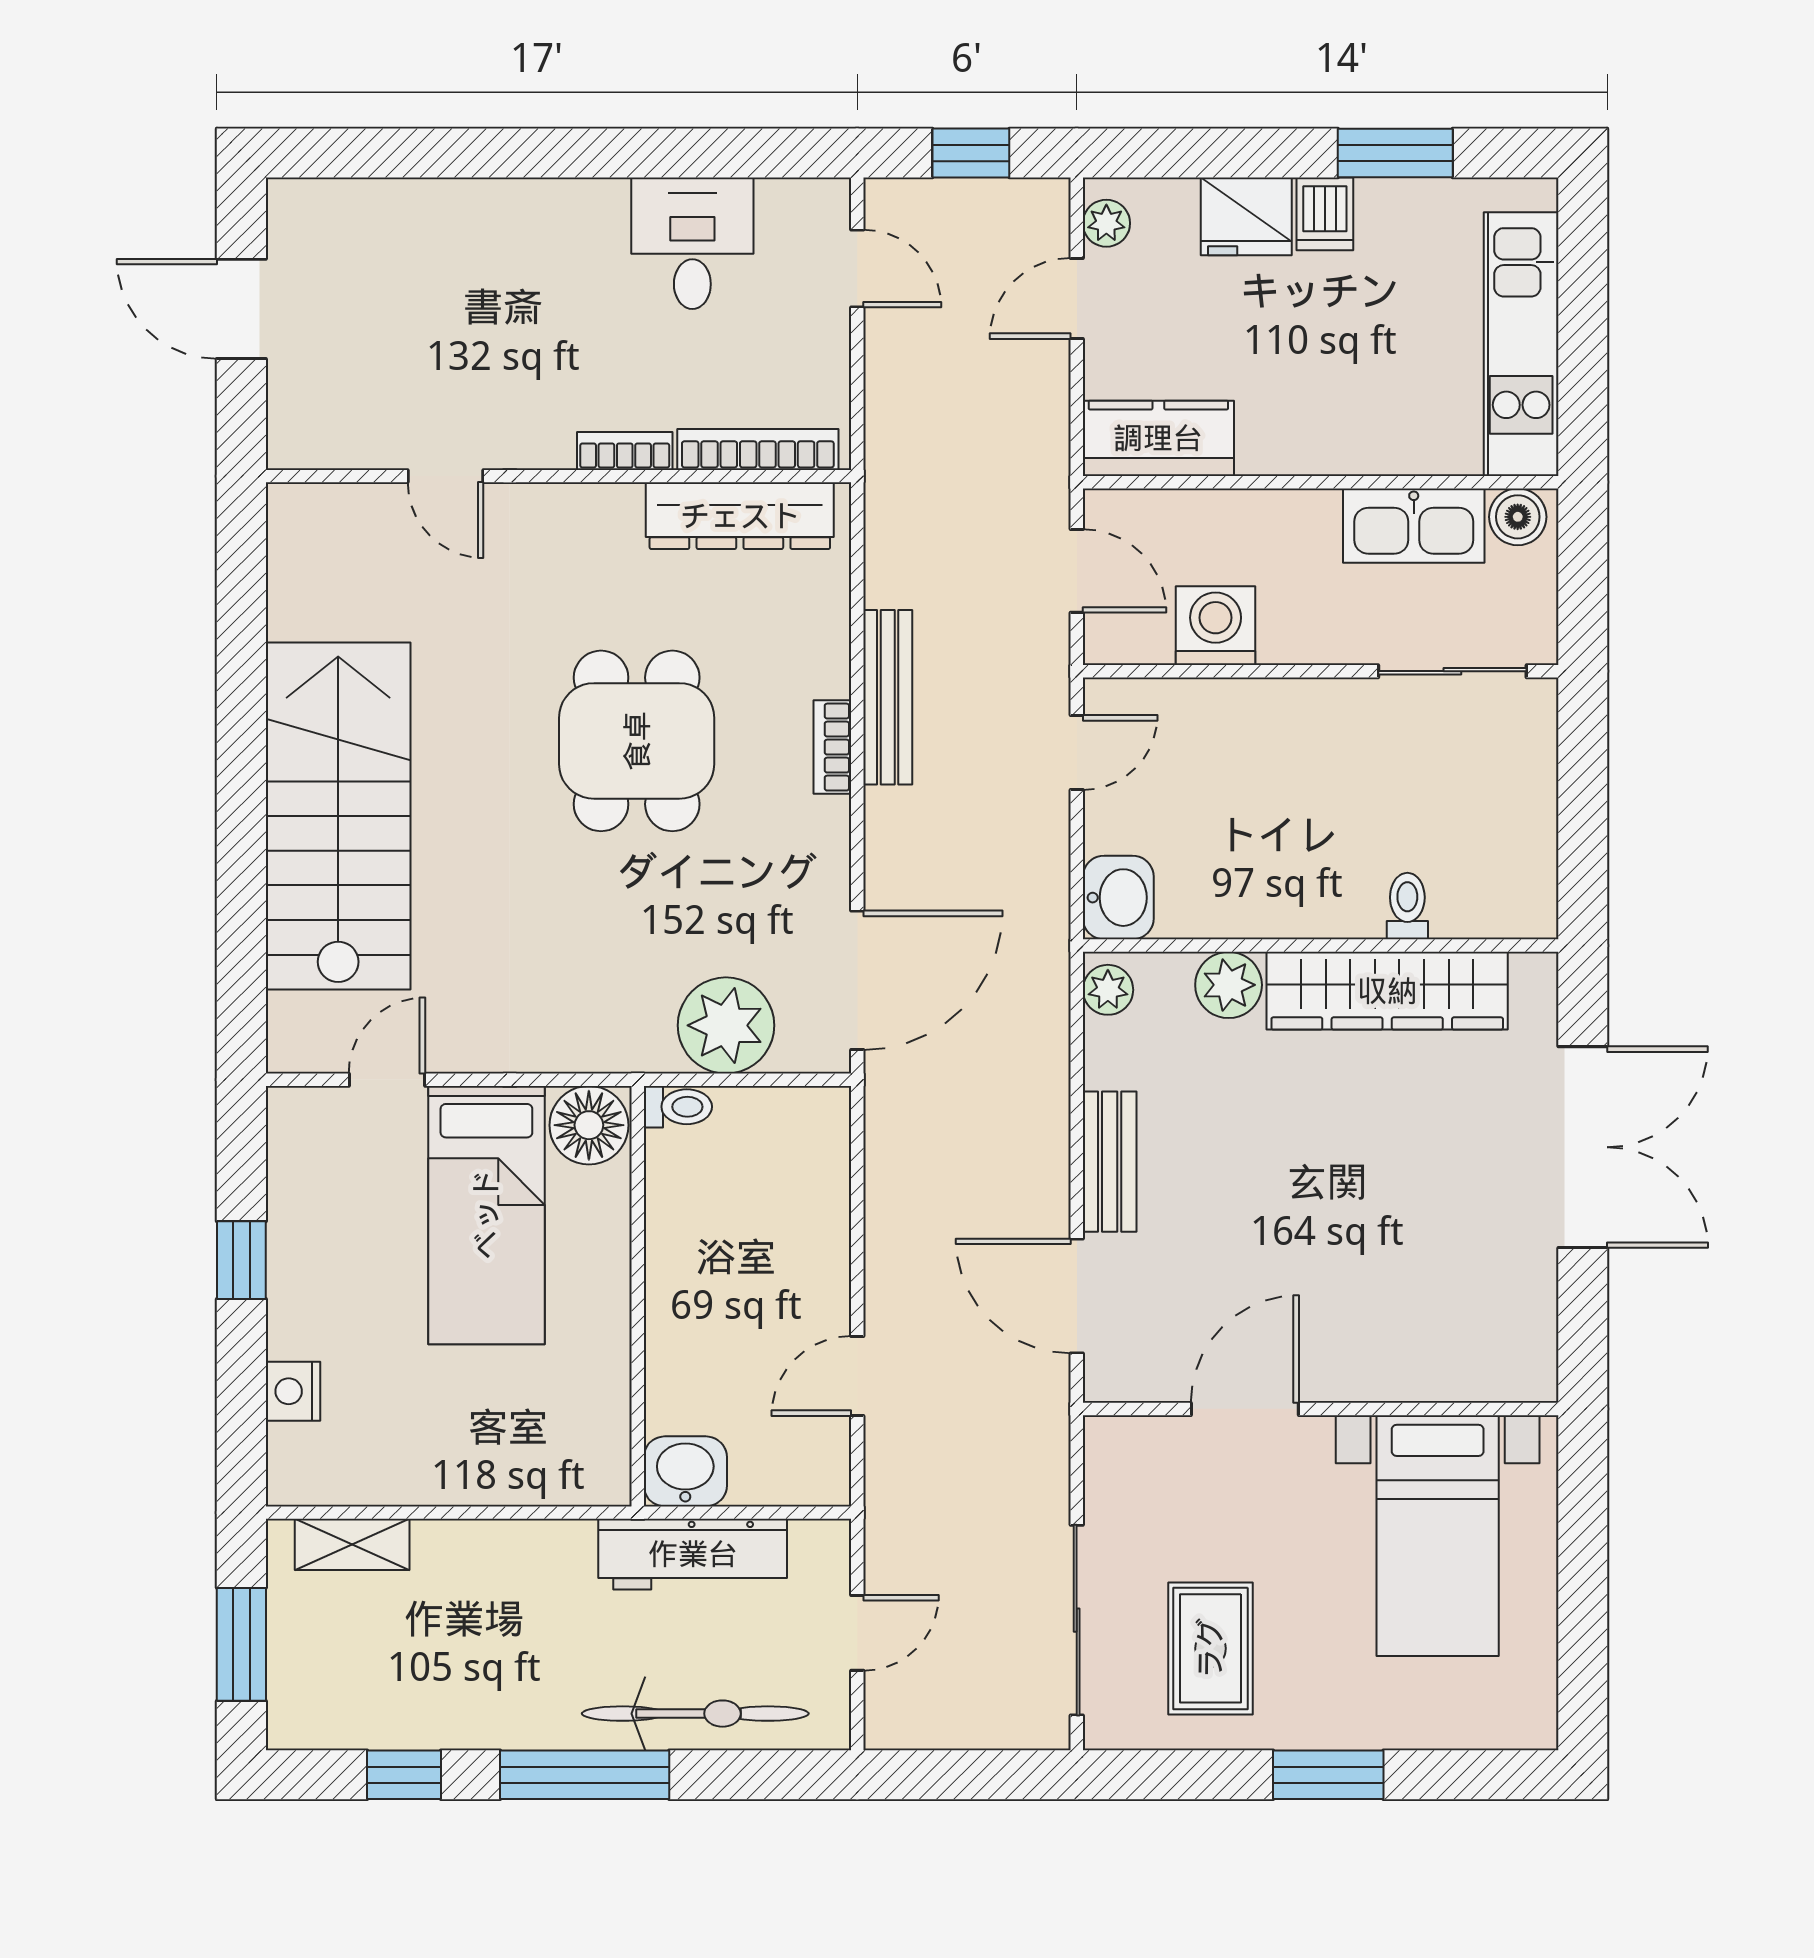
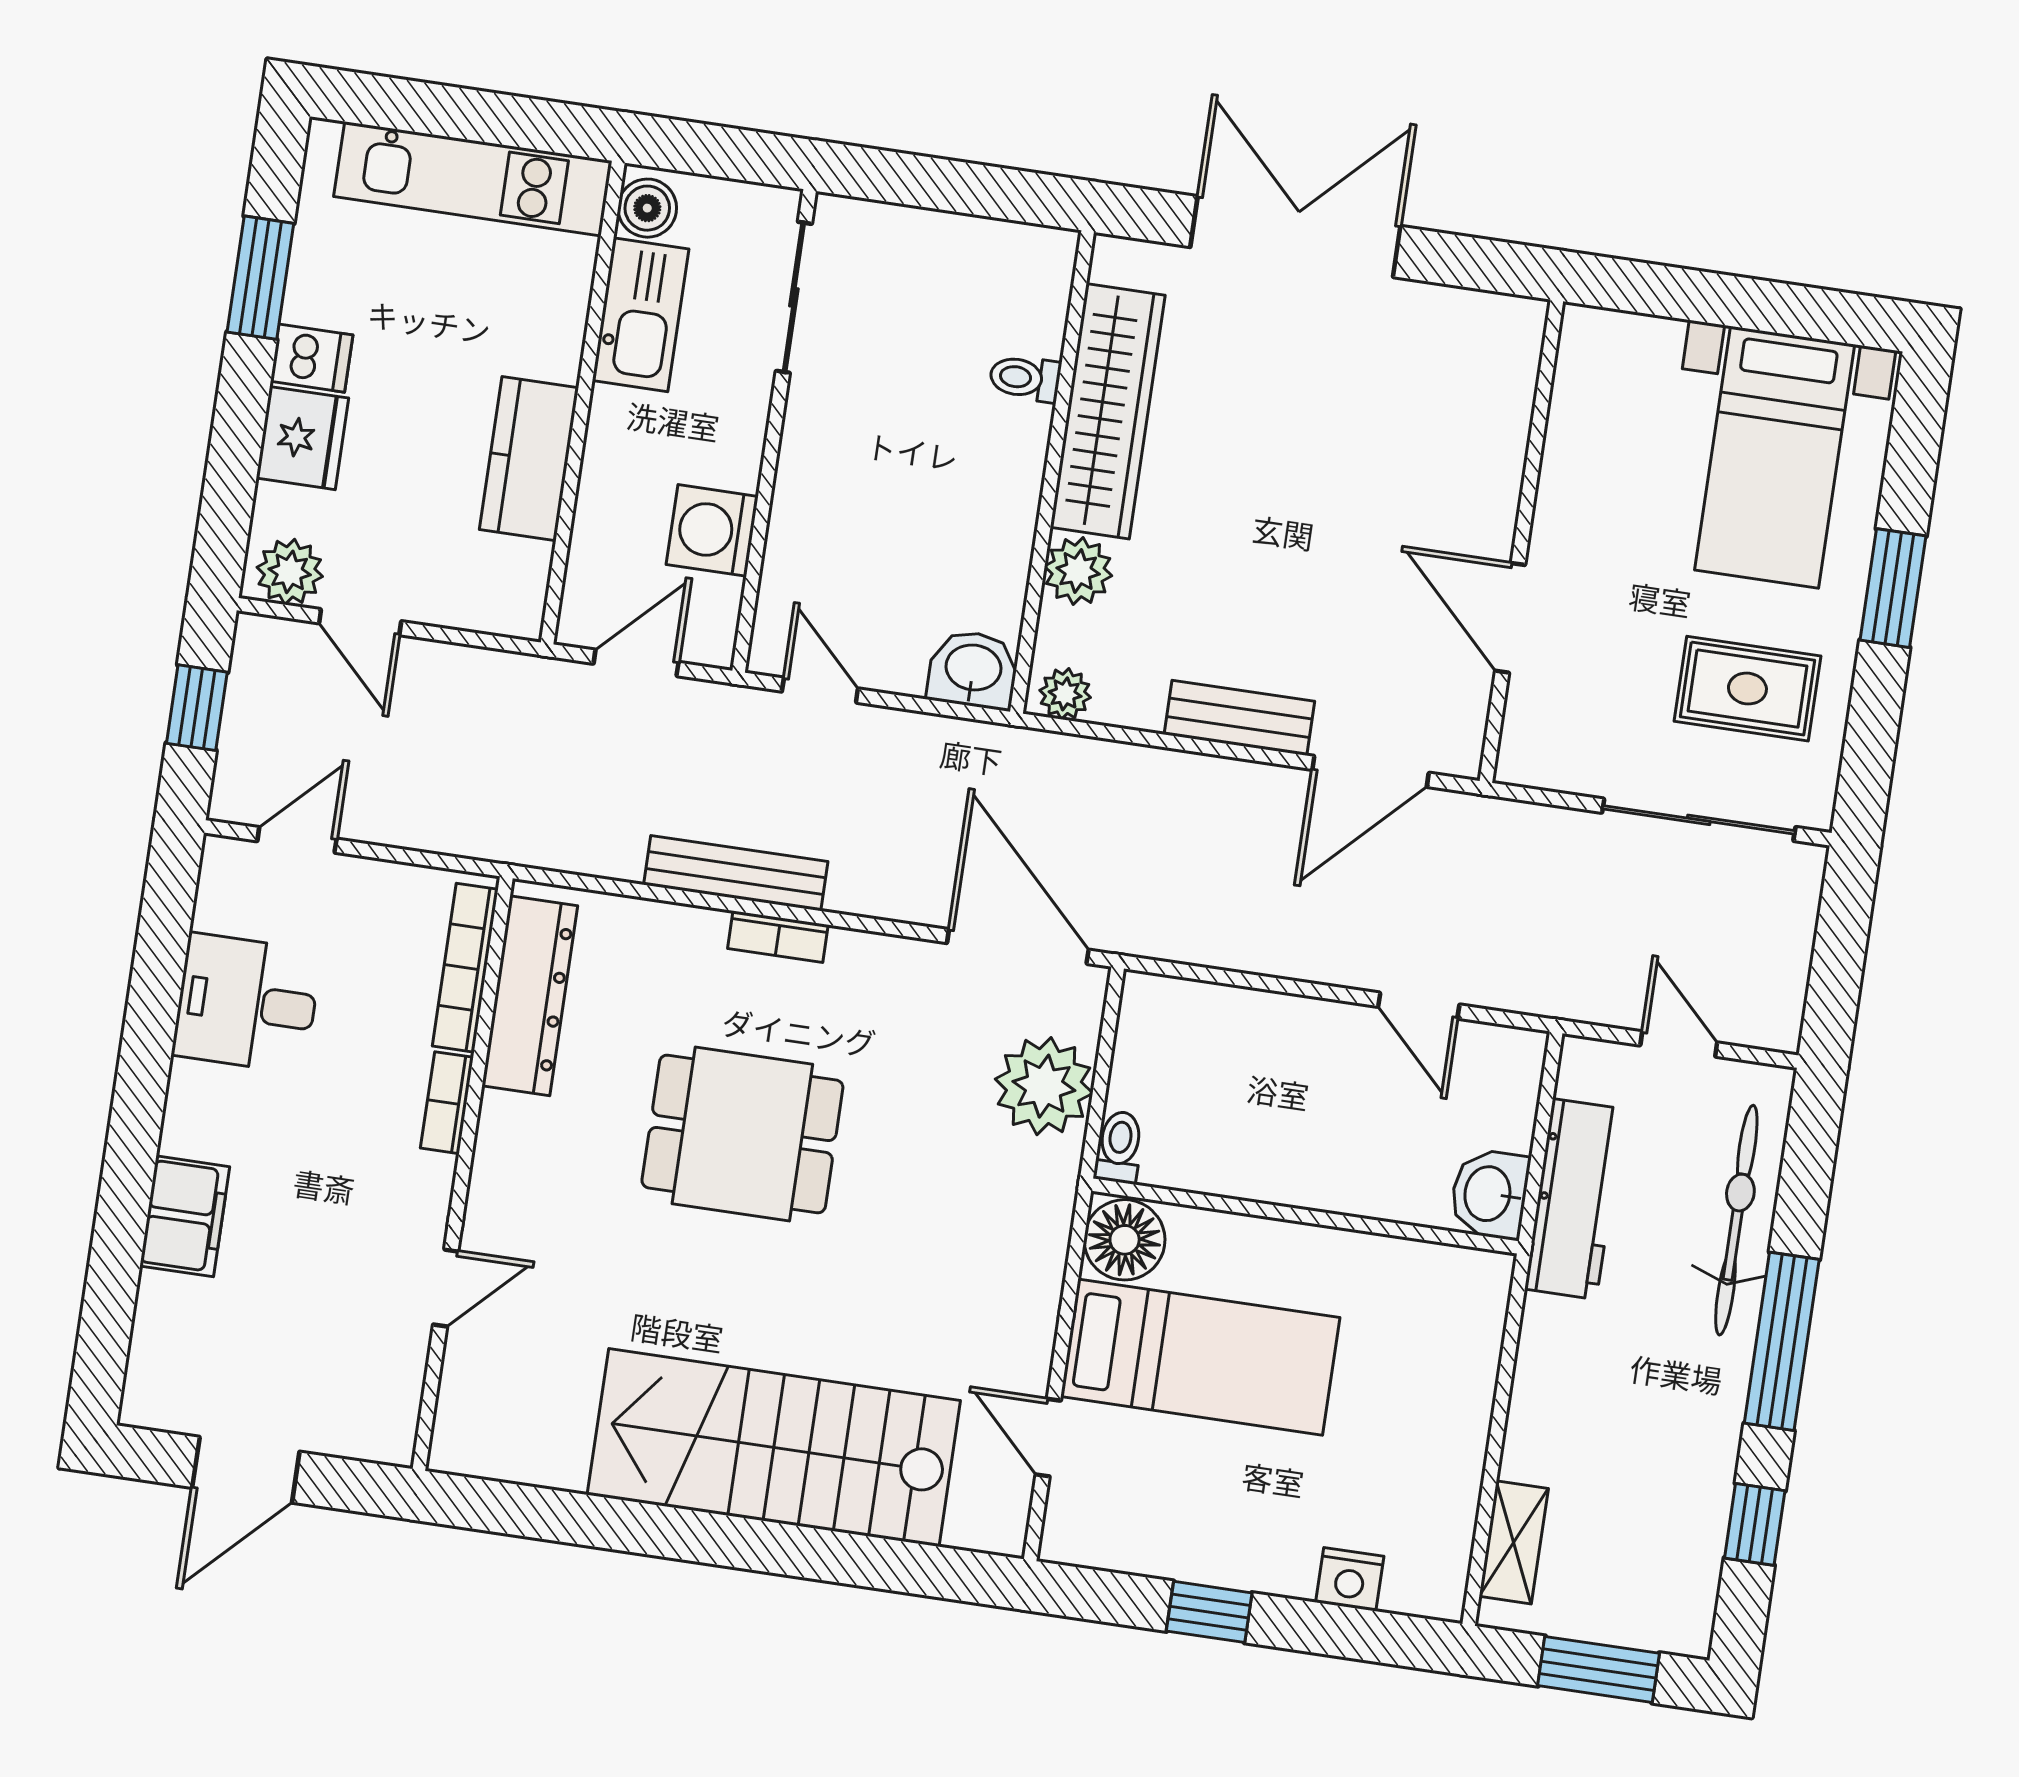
filing cabinet: (478, 214) -> (185, 1216), added
plant: (1106, 223) -> (290, 572), width x1.38, depth x1.38
kitchen counter: (1158, 438) -> (529, 459), moved
bed with nightstands: (1438, 1536) -> (1775, 457), moved, turned 90

